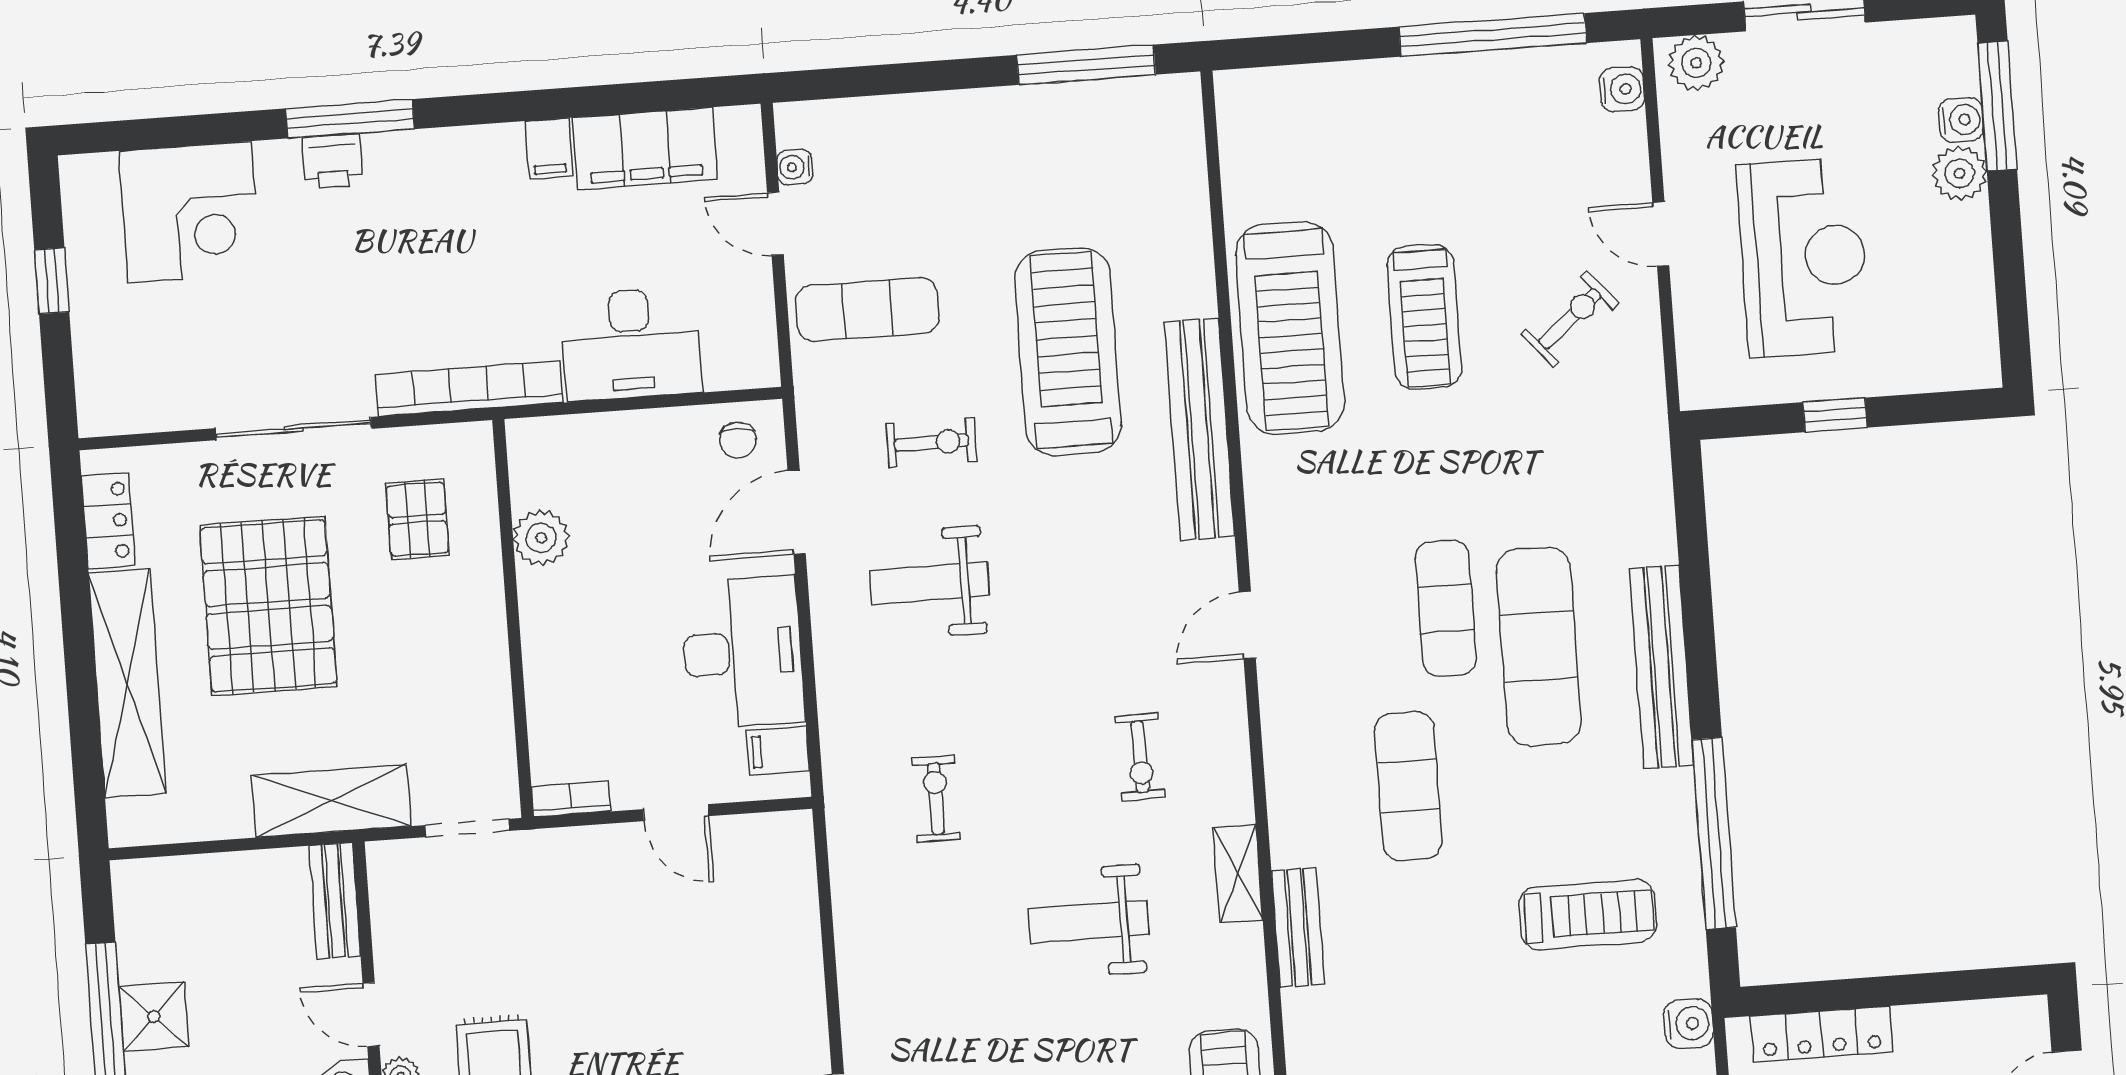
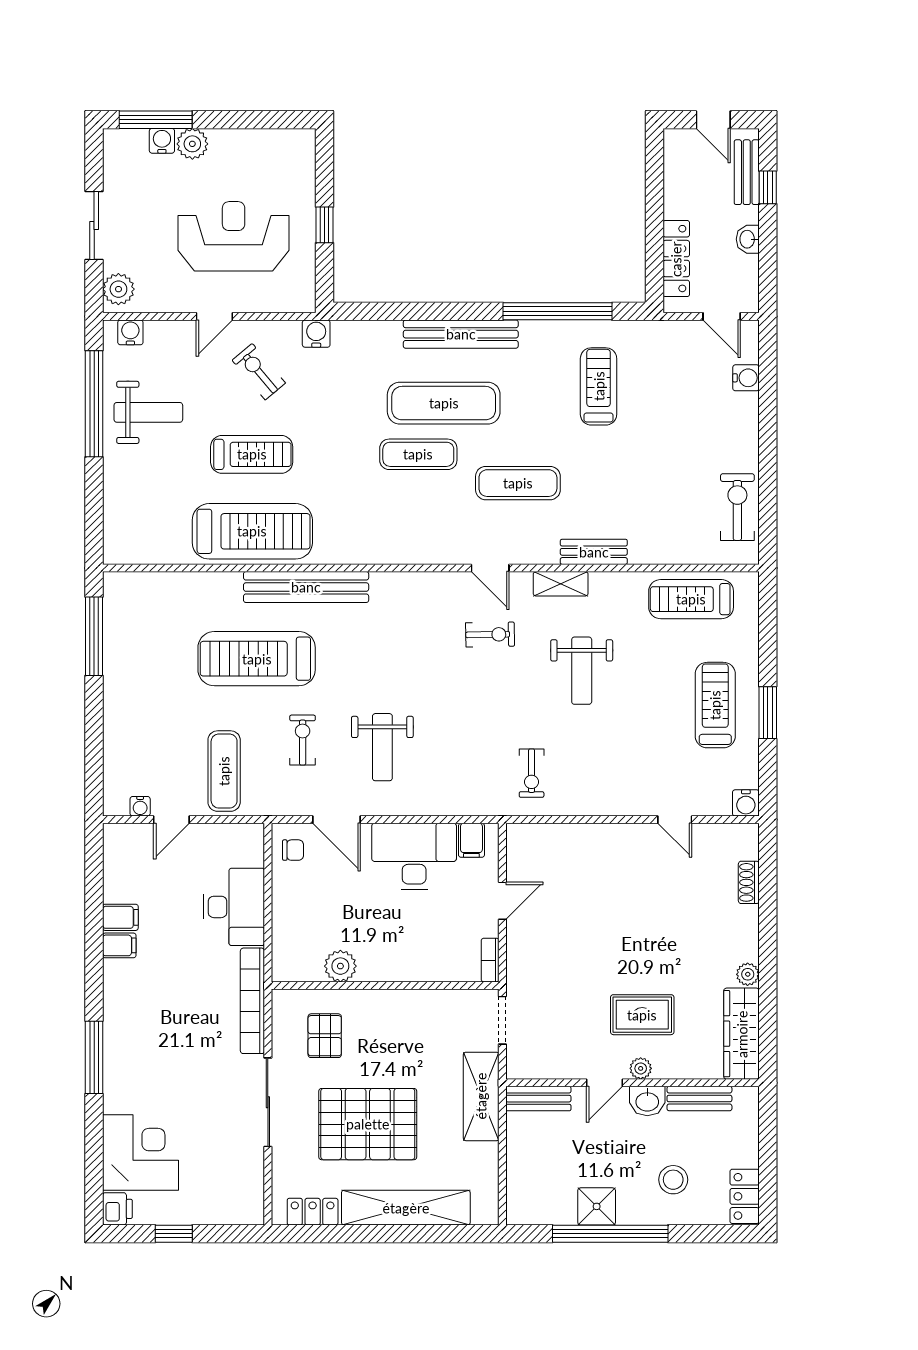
weight bench: (1484, 131) -> (148, 412), added
filing cabinet: (645, 149) -> (120, 917), width x0.33, depth x0.86
printer: (333, 161) -> (117, 1209), moved
pallet: (417, 519) -> (325, 1036), turned 90
door: (1247, 625) -> (490, 568), moved
exercise bike: (936, 799) -> (532, 773), moved, turned -90
water cooler: (1689, 1024) -> (316, 334), moved

